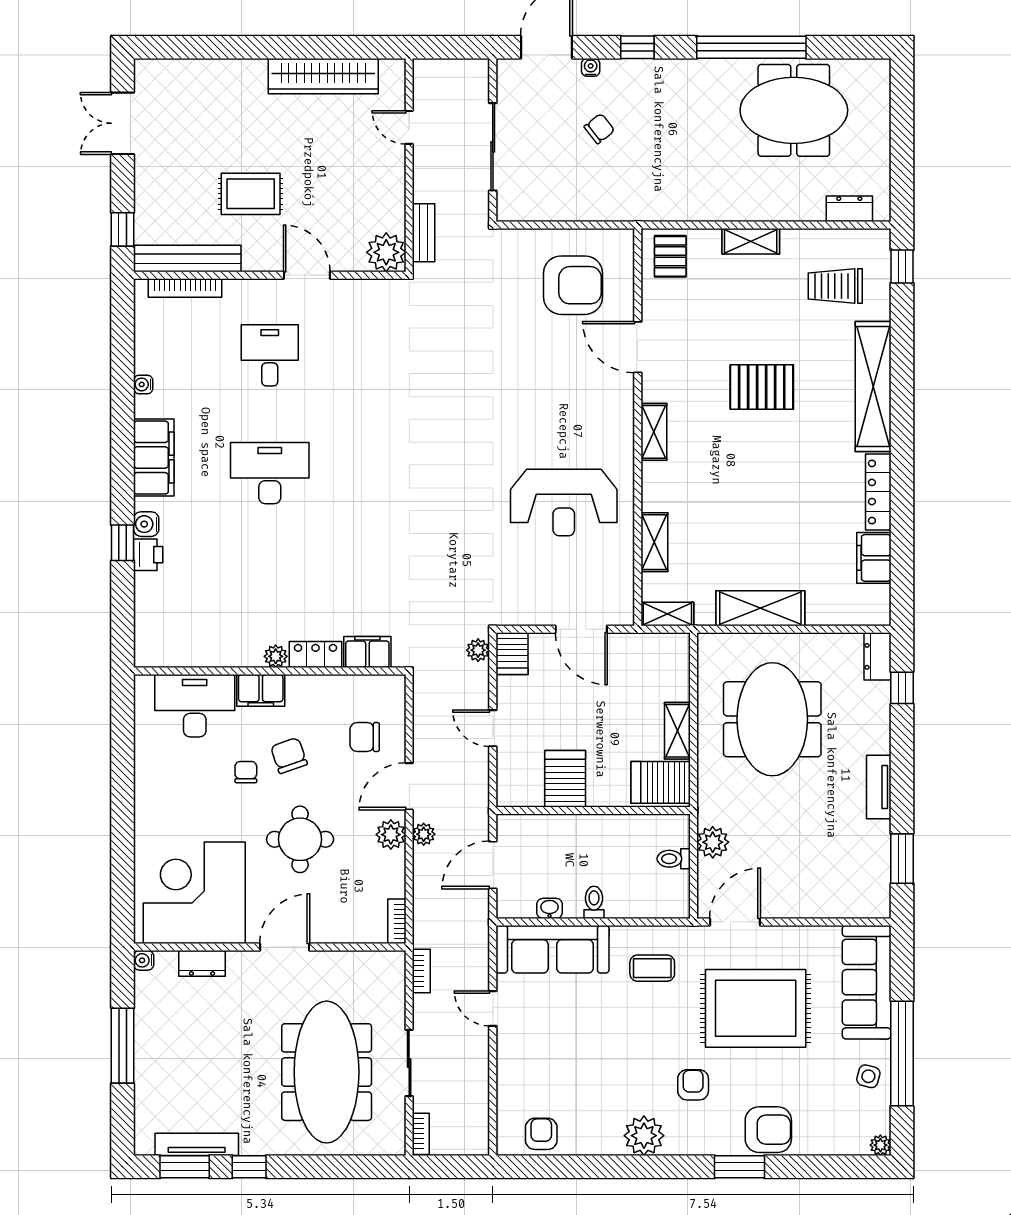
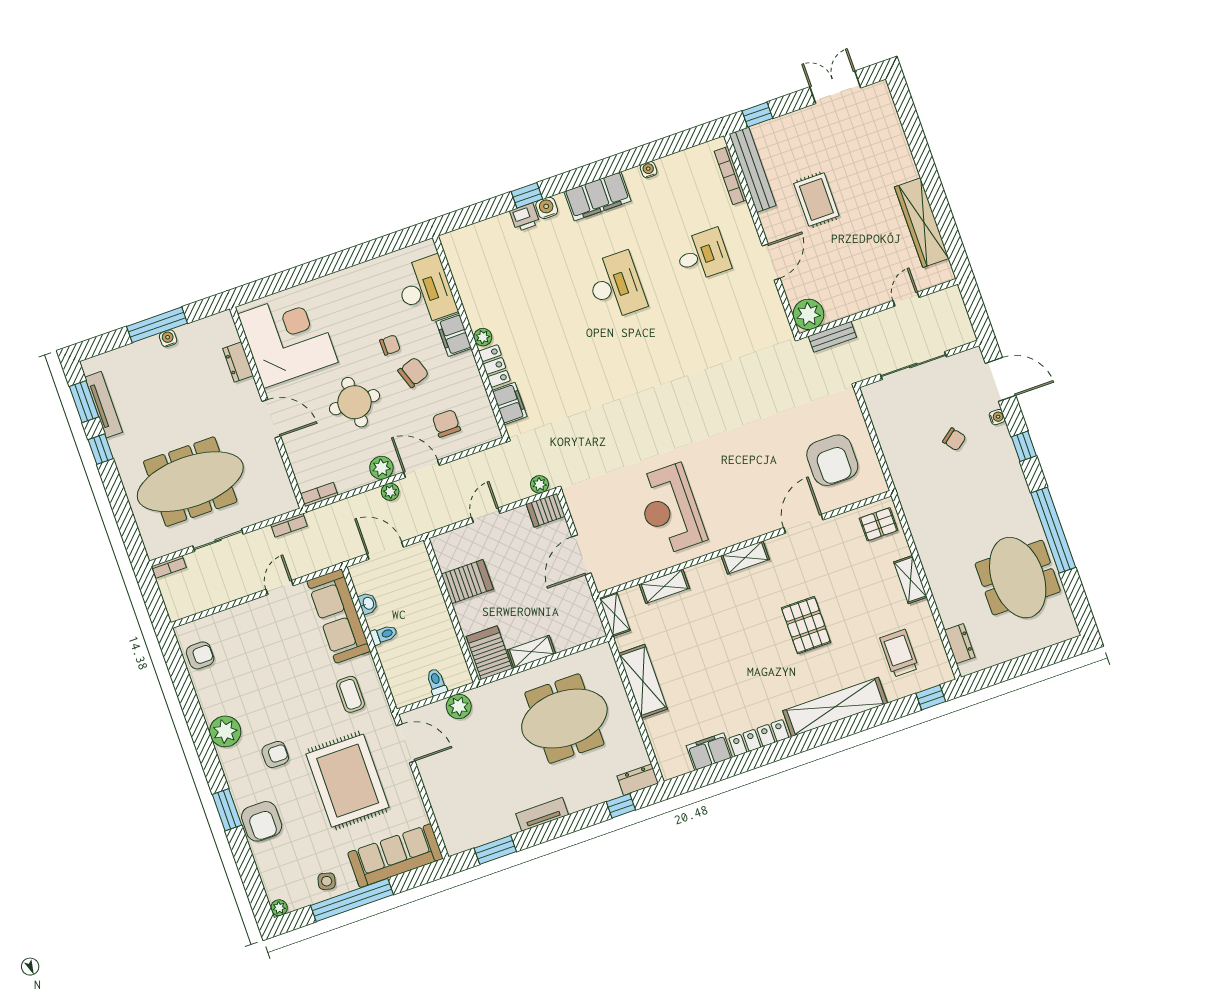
water cooler: (144, 960) -> (168, 338), moved

